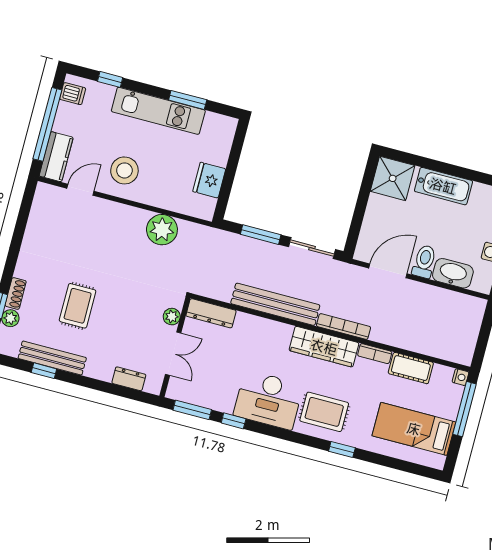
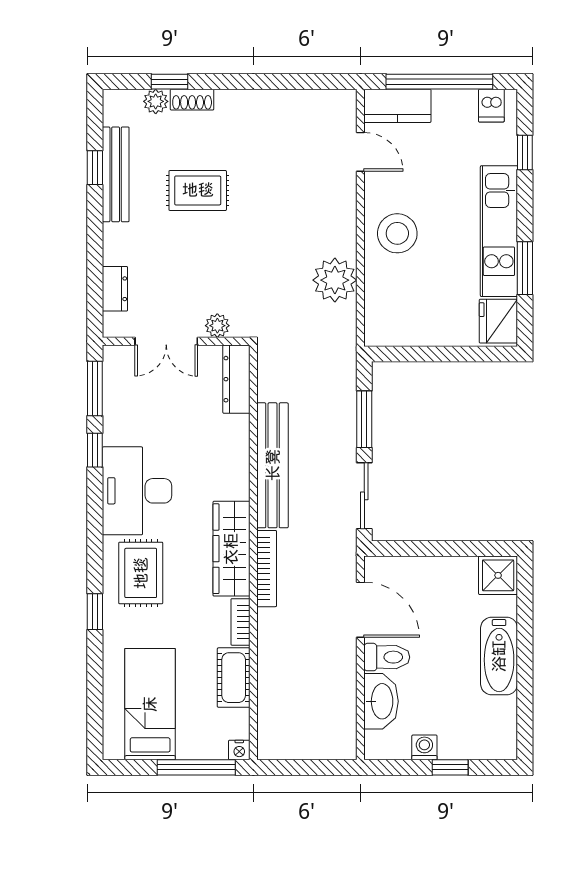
stool: (124, 170) -> (397, 233), moved
shower: (393, 178) -> (498, 575), width x0.73, depth x0.73
fridge: (209, 180) -> (498, 321), moved, turned -90

